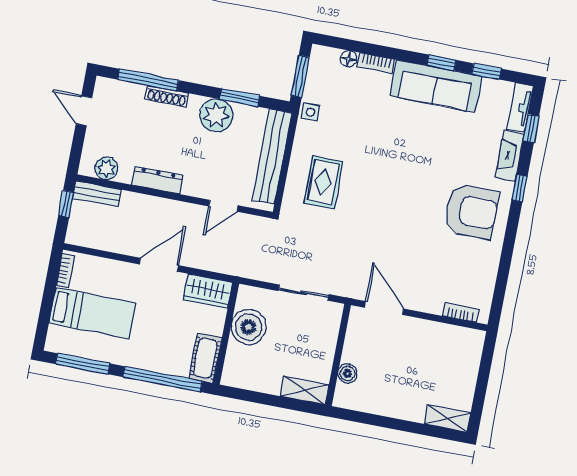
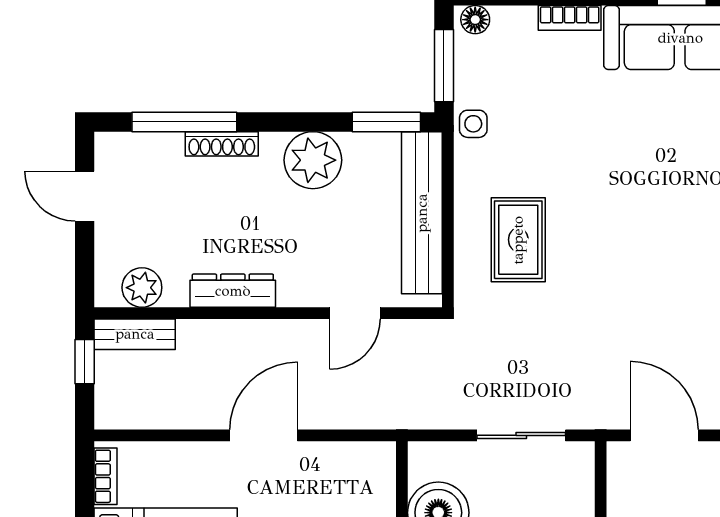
floor lamp: (349, 59) -> (475, 20), moved
window: (240, 97) -> (386, 122), moved
wardrobe: (208, 291) -> (356, 464), removed

